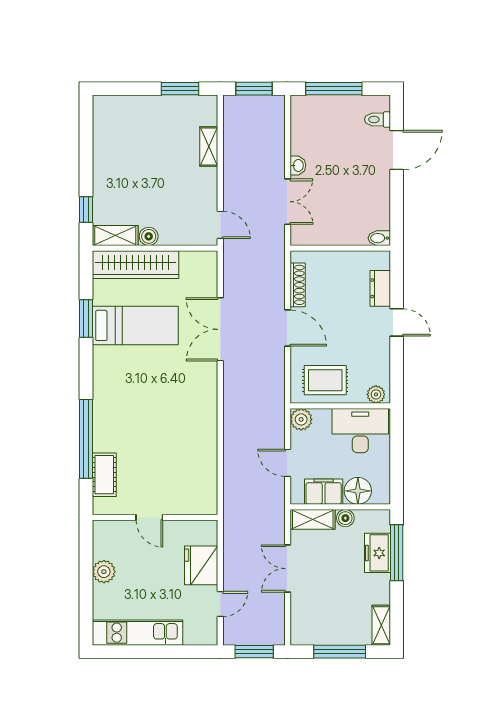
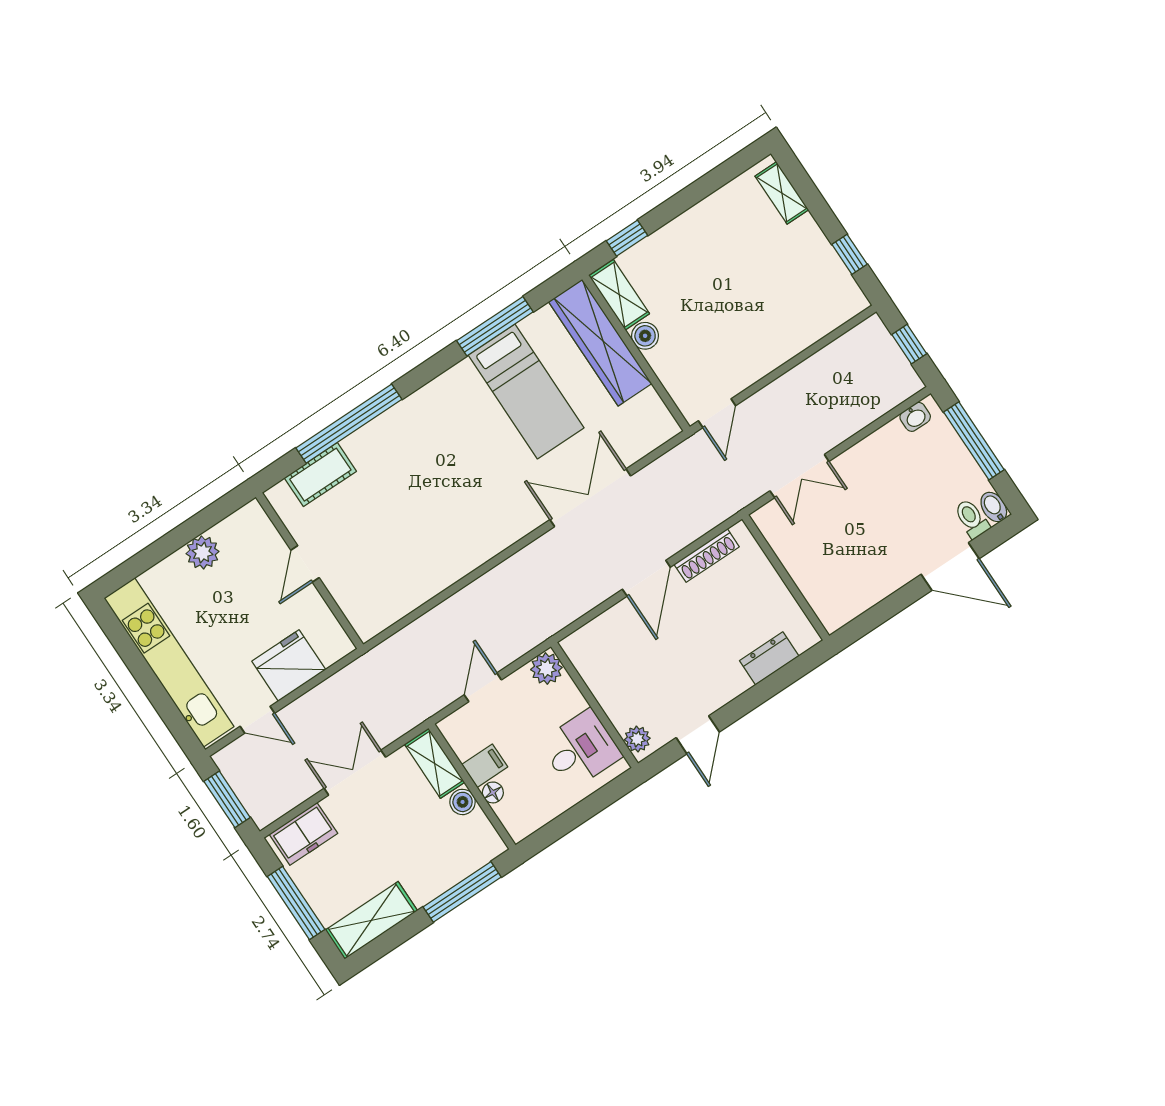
window: (180, 89) -> (849, 254), width x0.67
window: (254, 89) -> (909, 344), width x0.67
shelving: (209, 146) -> (782, 193), moved, turned 90
washbasin: (298, 165) -> (915, 417), moved
bidet: (379, 238) -> (994, 507), moved
window: (86, 318) -> (495, 326), width x1.44
door: (397, 322) -> (698, 735), moved
rug: (325, 380) -> (613, 666), removed
desk: (360, 431) -> (581, 749), width x0.73
floor lamp: (358, 491) -> (493, 792), width x0.53, depth x0.53
filing cabinet: (324, 492) -> (485, 766), width x0.50
freezer: (377, 553) -> (303, 834), moved, turned 180
shelving: (381, 625) -> (371, 920), width x1.50, depth x1.33
kitchen unit: (137, 633) -> (169, 662), width x1.36

